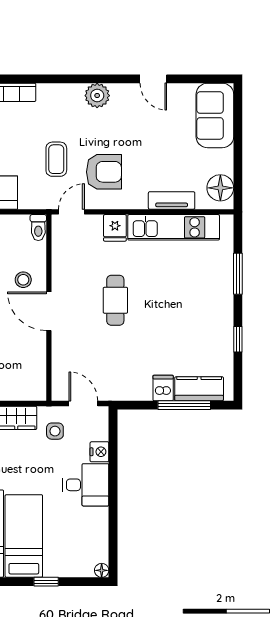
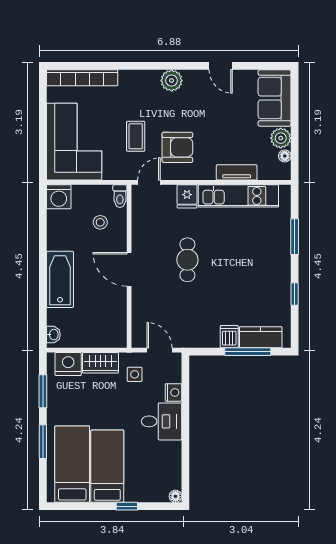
plant: (222, 161) -> (281, 138), added
floor lamp: (220, 188) -> (285, 156), width x0.53, depth x0.53
stool: (23, 280) -> (100, 222), moved

